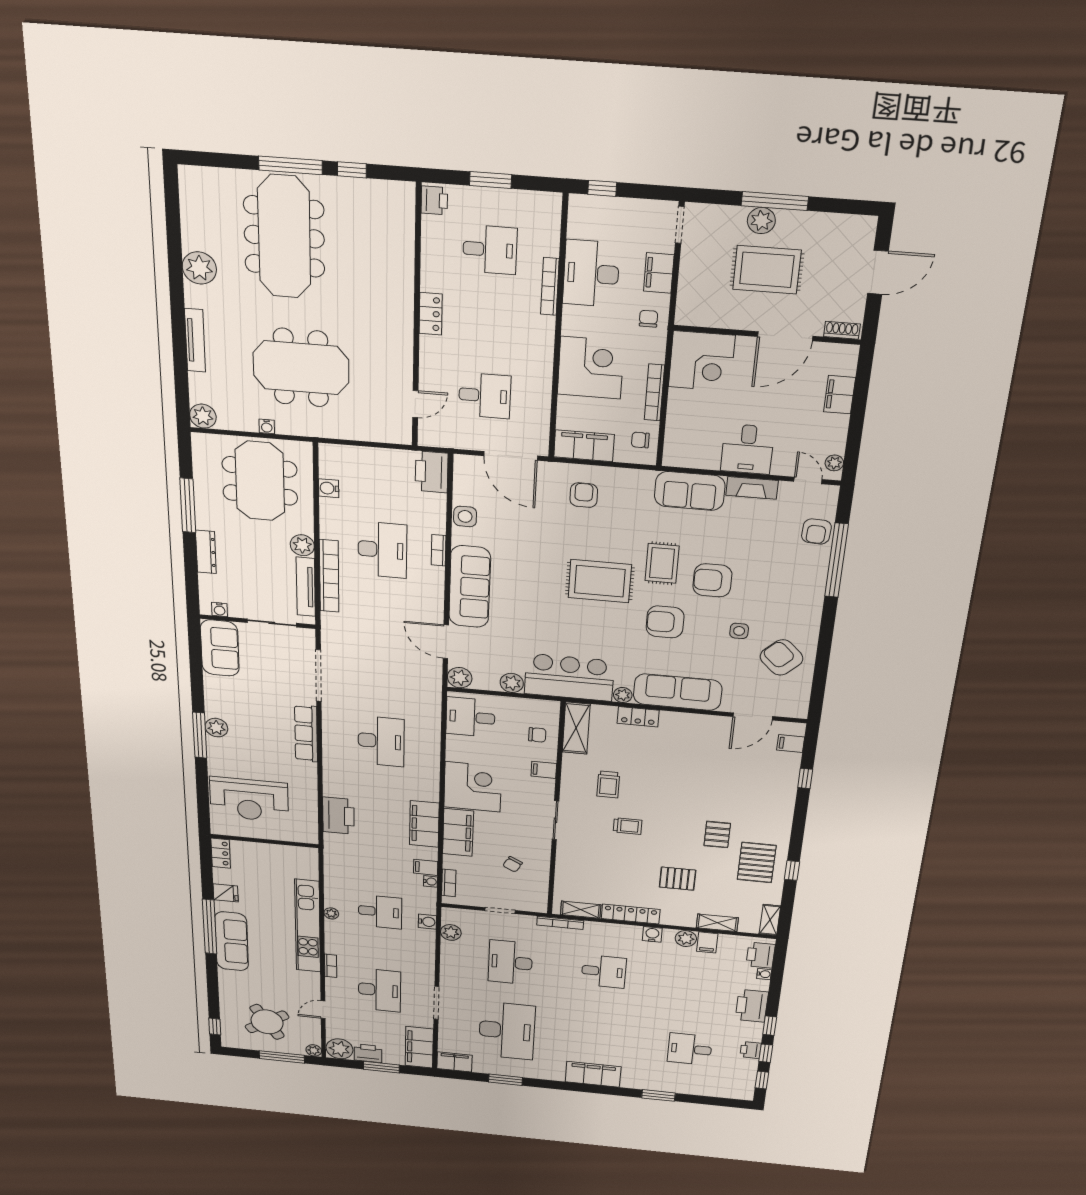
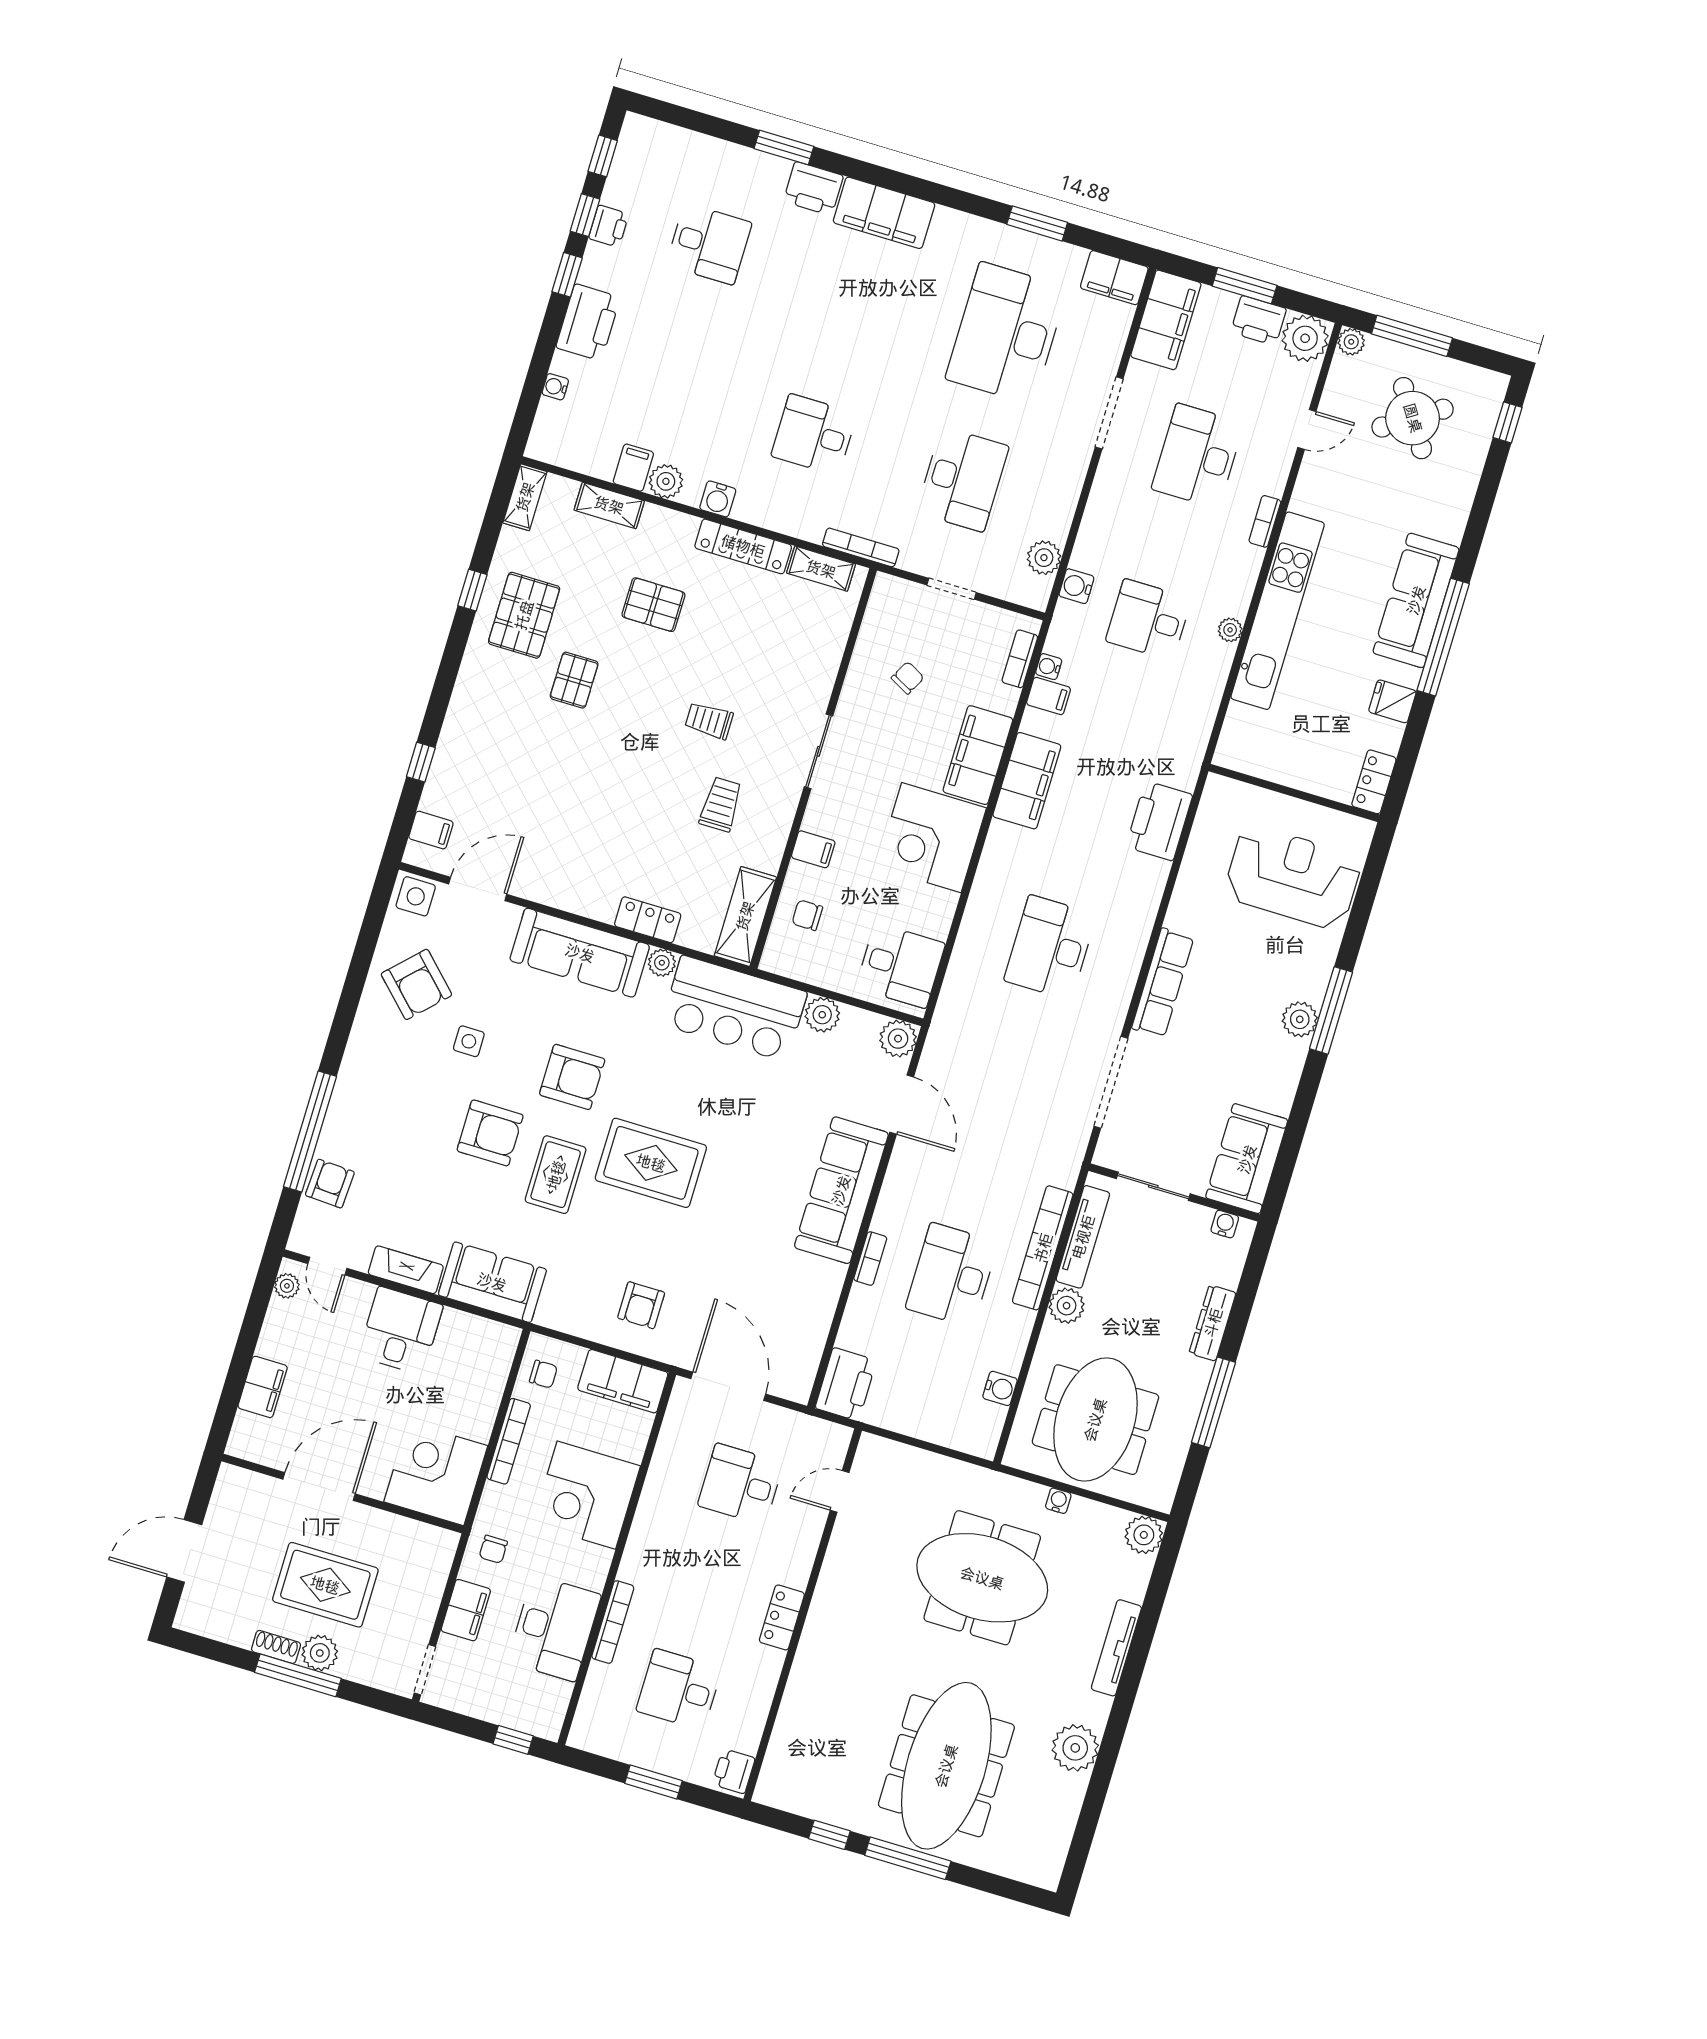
shoe rack: (842, 330) -> (276, 1647), moved, turned 180
side table: (465, 516) -> (416, 896), moved
printer: (761, 955) -> (813, 188), moved, turned 90

